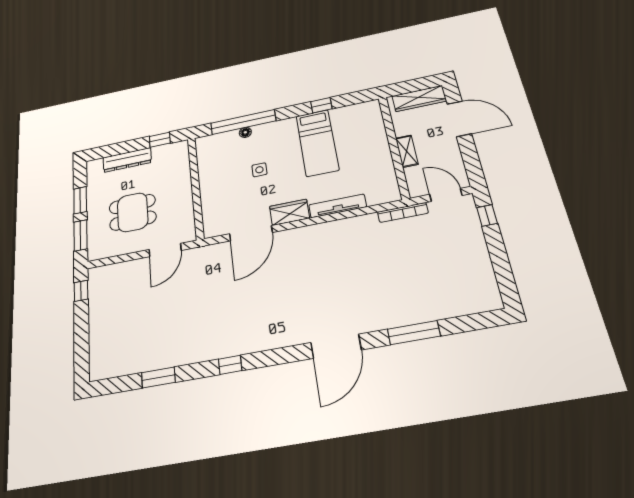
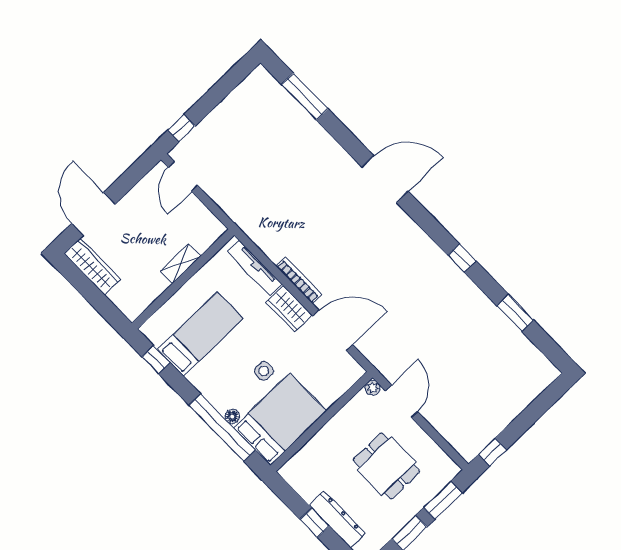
window: (160, 140) -> (315, 523), moved
wall: (394, 147) -> (183, 279), moved
shelving: (407, 151) -> (180, 264), moved
bed: (219, 161) -> (280, 419), added
bookcase: (403, 212) -> (299, 280), moved
plant: (190, 236) -> (373, 388), added
door: (165, 250) -> (402, 401), hinge flipped
window: (414, 333) -> (305, 97), moved

